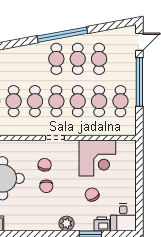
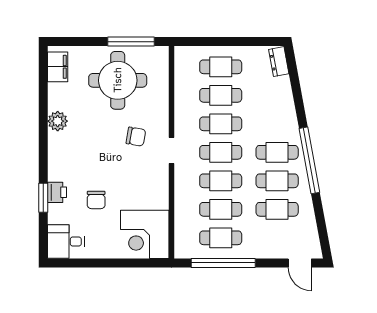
window: (139, 82) -> (223, 263), moved
corner desk: (97, 158) -> (145, 234), moved
chair: (46, 186) -> (107, 139), removed
chair: (92, 195) -> (96, 200), turned 119
plant: (67, 223) -> (58, 121), moved
printer: (102, 224) -> (57, 192), moved

